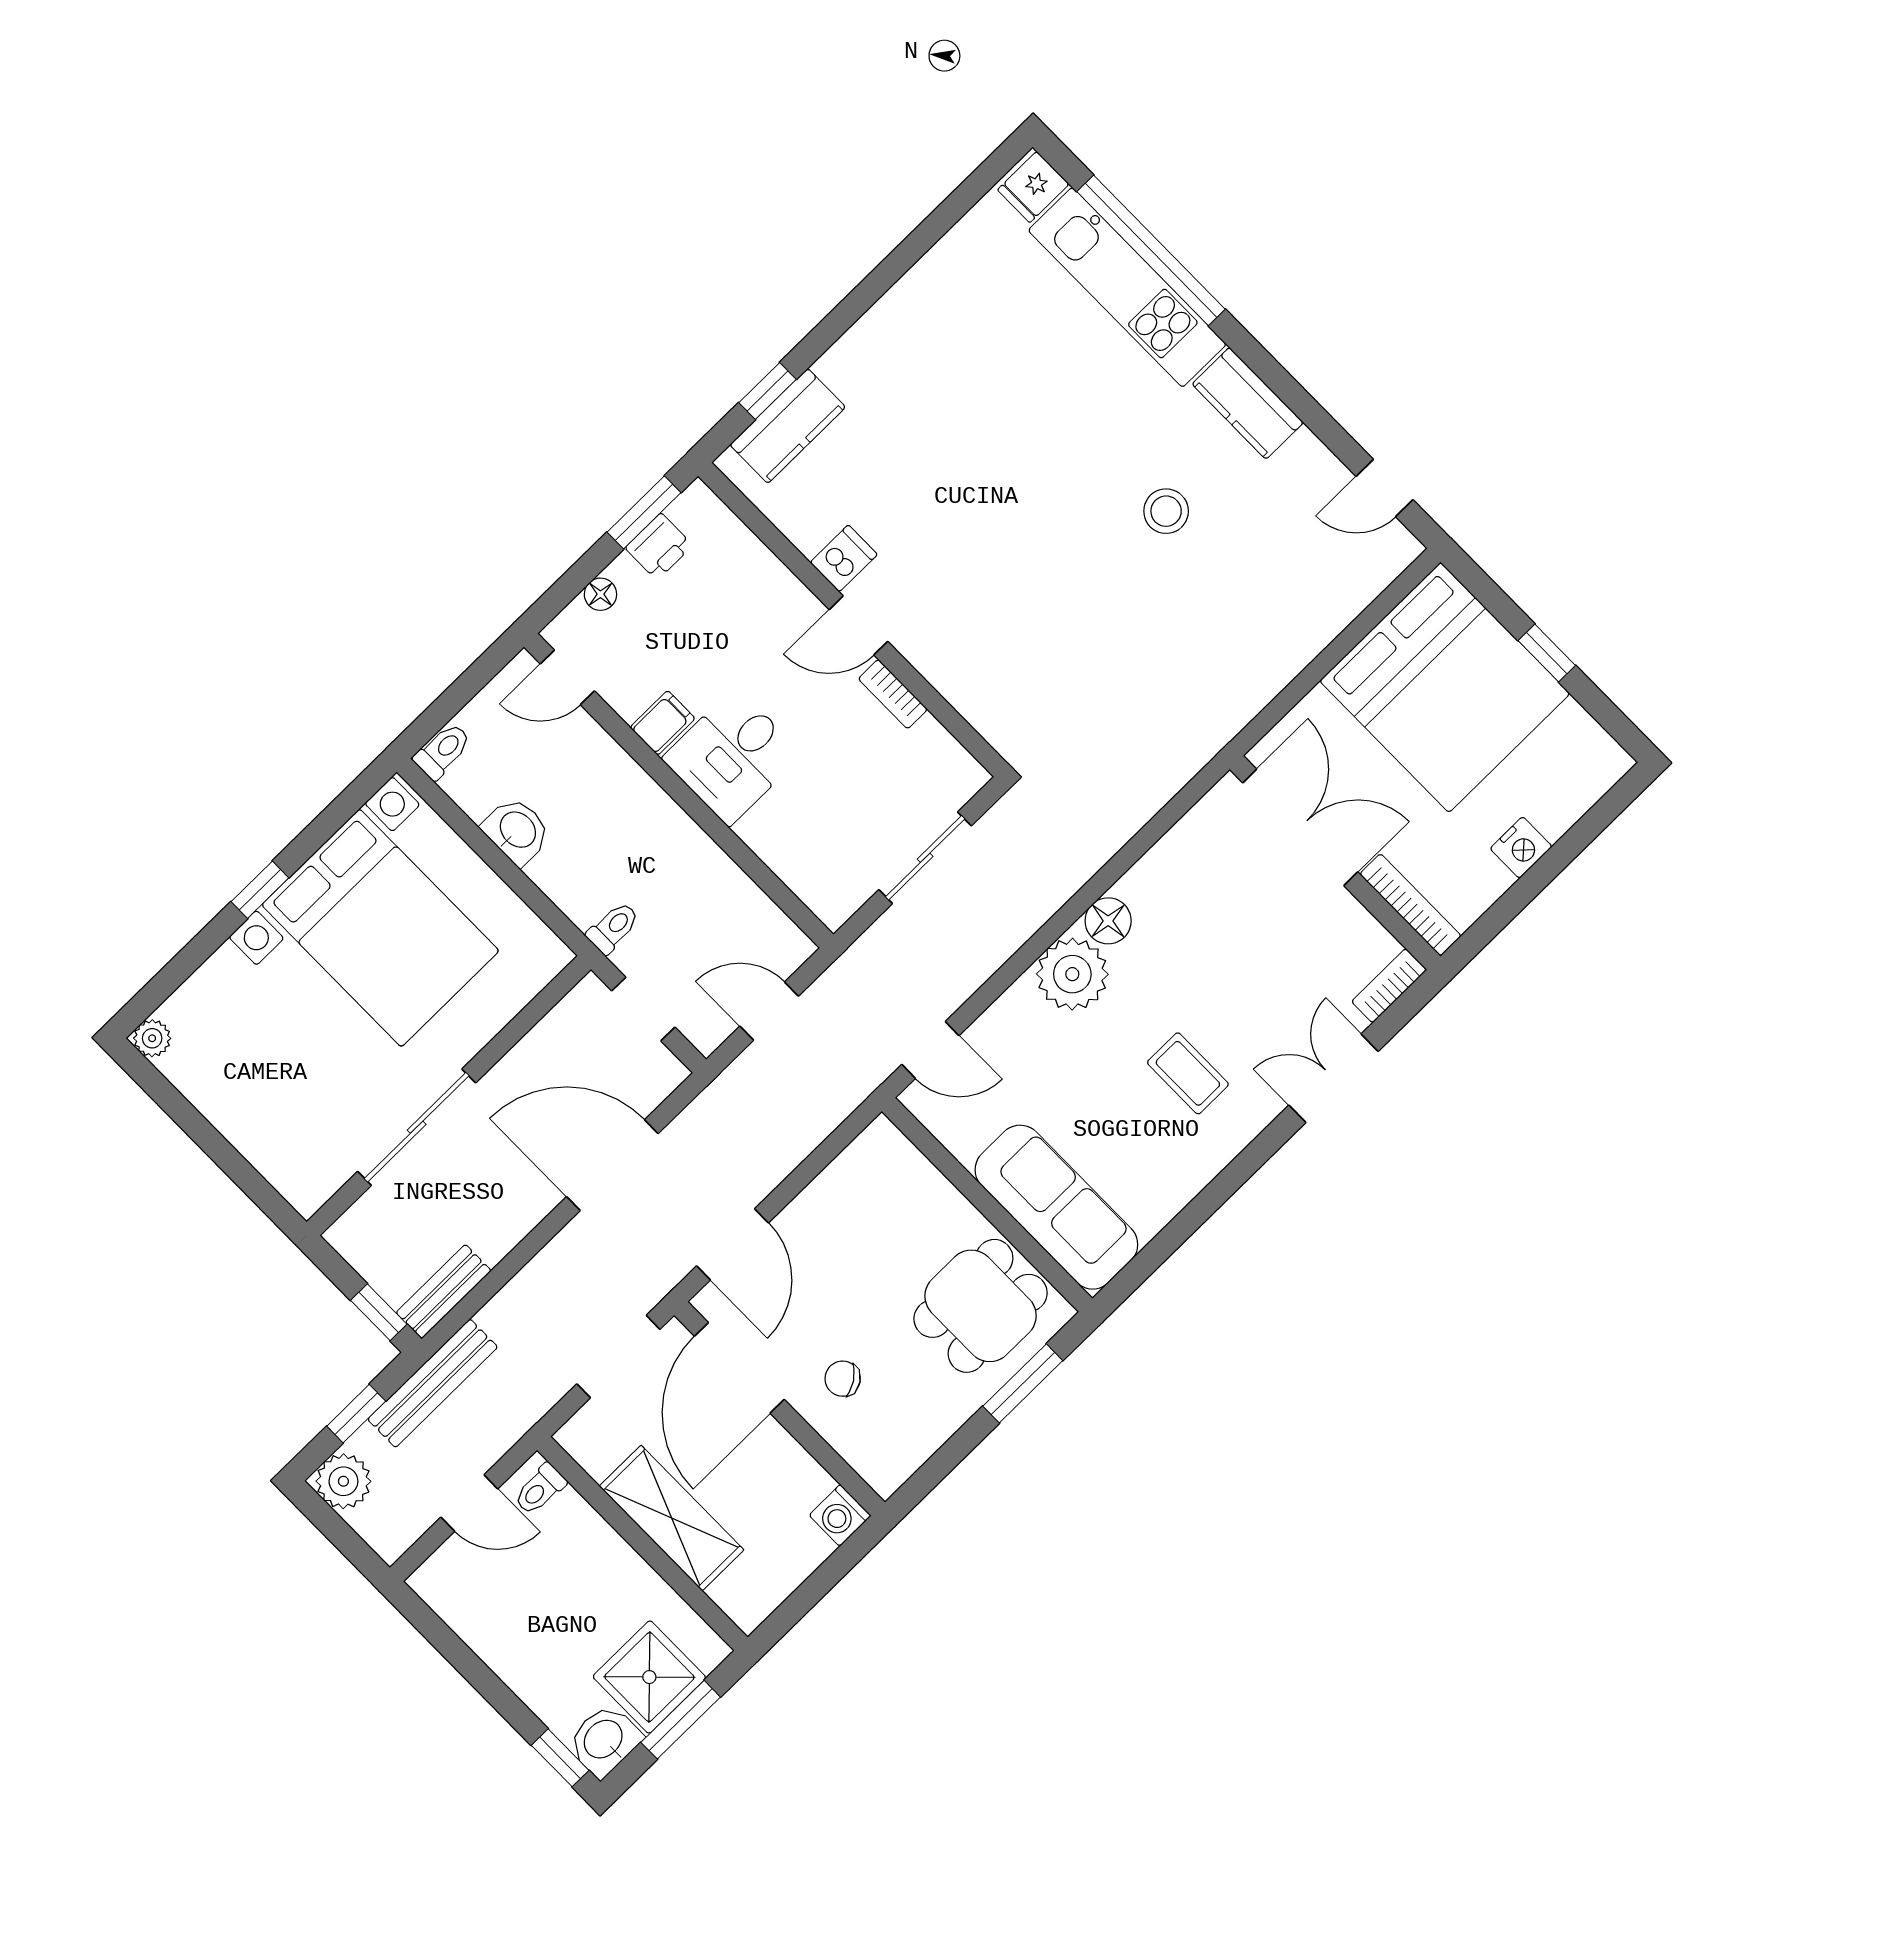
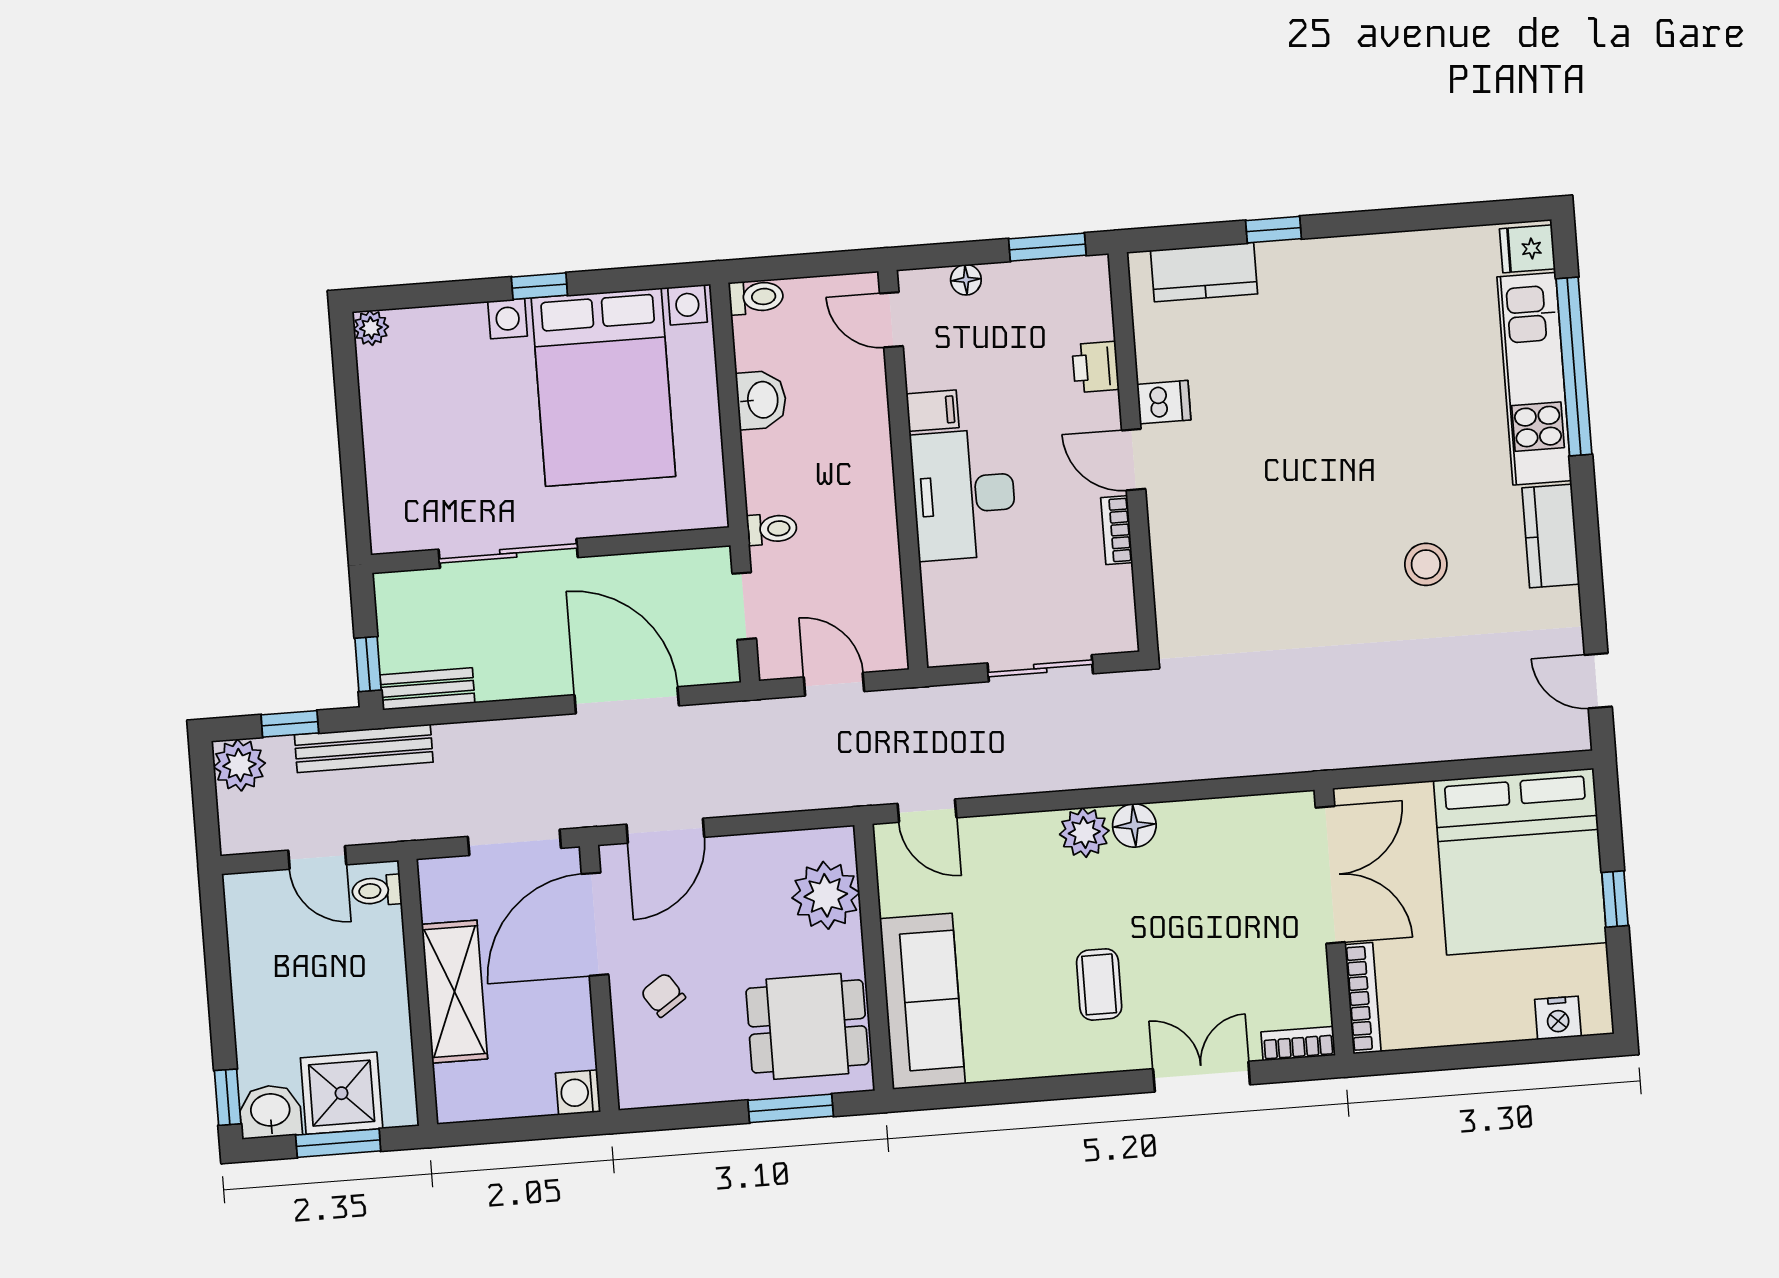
window: (767, 391) -> (1274, 230), moved
printer: (659, 547) -> (1096, 367), moved, turned 90
desk: (732, 756) -> (964, 495), width x1.37
nightstand: (1521, 848) -> (1558, 1018), moved
plant: (1072, 974) -> (1084, 832), width x0.73, depth x0.73
plant: (906, 1187) -> (826, 895), added

